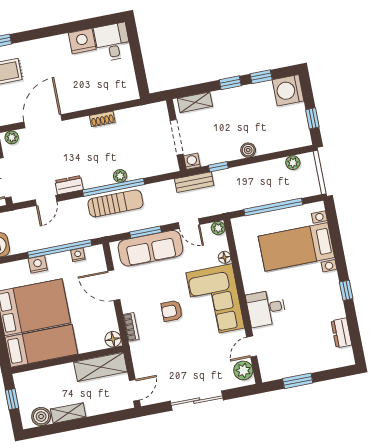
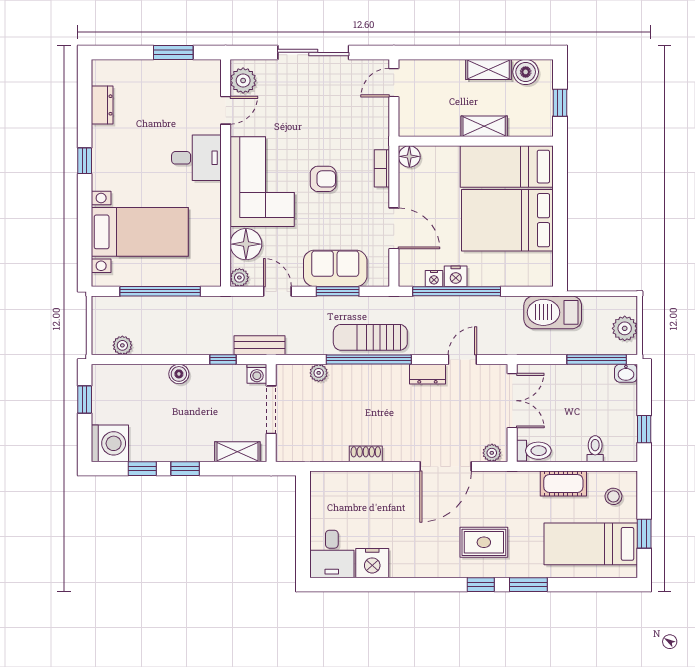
plant: (120, 176) -> (319, 373), moved
sofa: (150, 248) -> (335, 268), width x0.73
floor lamp: (225, 257) -> (246, 244), width x1.89, depth x1.89
nightstand: (38, 264) -> (456, 276), moved
shelving: (101, 367) -> (484, 126), moved, width x0.67, depth x0.75

